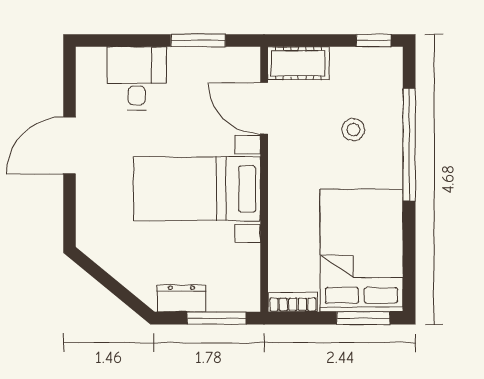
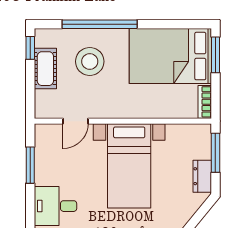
cot: (298, 63) -> (45, 69), moved
door: (264, 108) -> (76, 121), width x0.73
stool: (353, 130) -> (90, 61), width x1.89, depth x1.89

